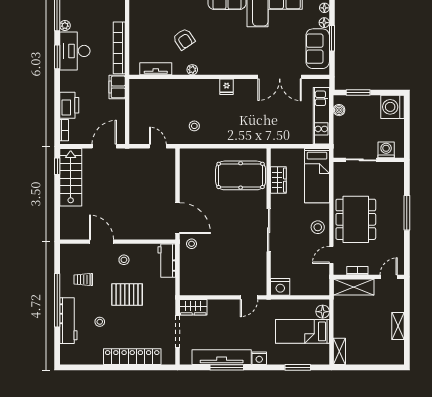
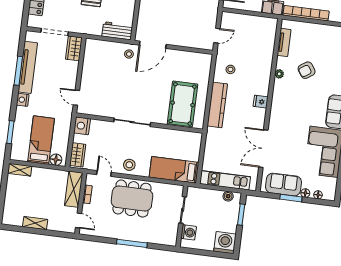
kitchen counter: (237, 136) -> (217, 105), added
wardrobe: (278, 180) -> (78, 155), moved, turned -90

